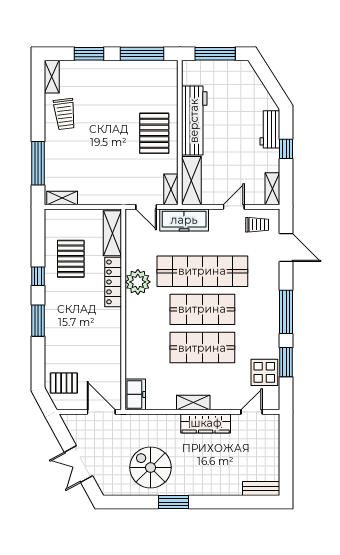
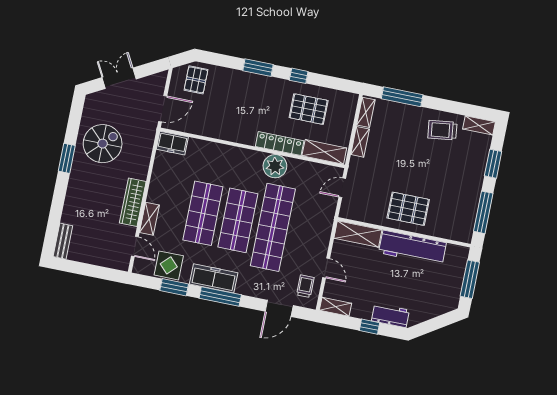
shelving: (171, 189) -> (360, 142), moved, turned 90
freezer: (184, 220) -> (214, 278), moved, turned 90
trolley: (257, 225) -> (305, 286), turned 180
shelving: (193, 402) -> (149, 219), moved

